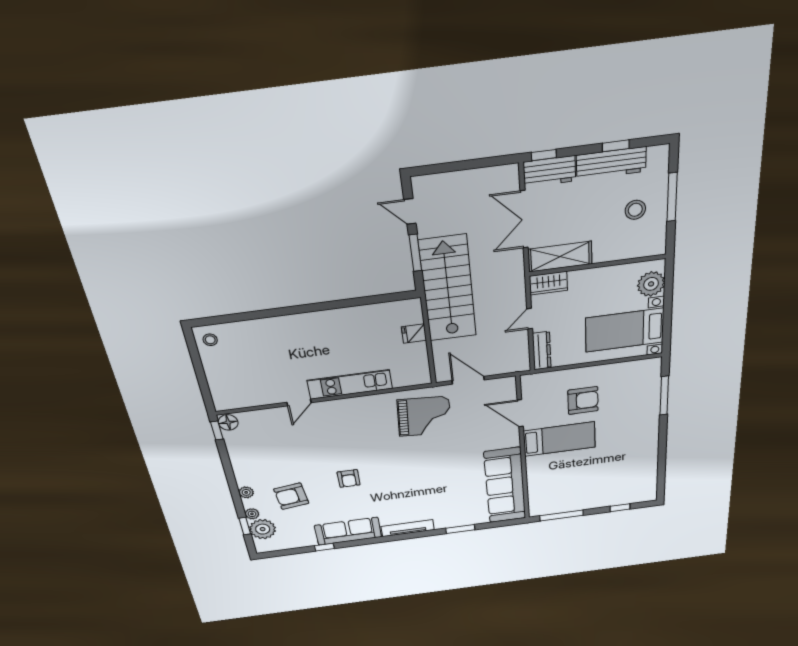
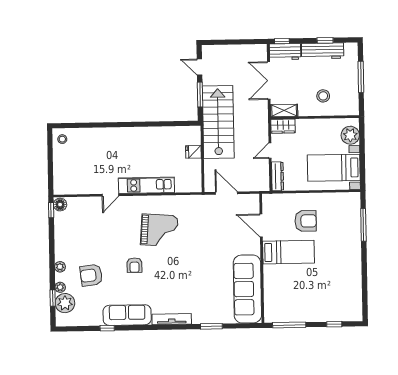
stool: (635, 210) -> (323, 96), moved
shelving: (560, 257) -> (284, 111), width x0.67, depth x0.75
grand piano: (424, 416) -> (159, 230), moved

